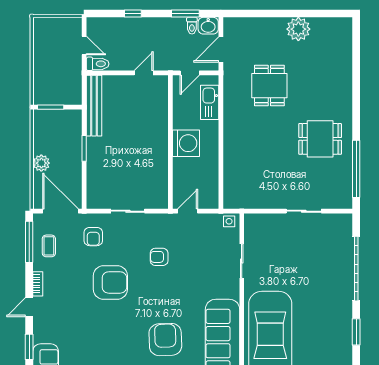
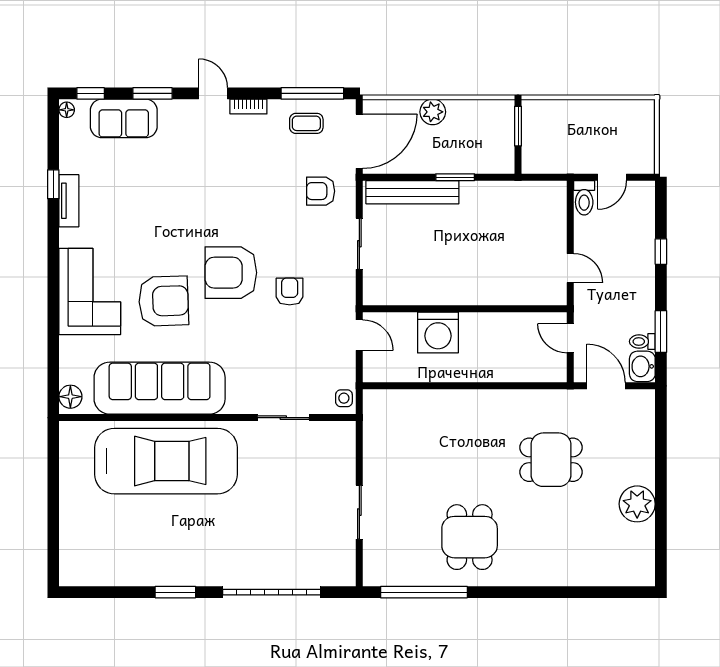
kitchen sink: (210, 102) -> (525, 369), removed
bench: (94, 106) -> (412, 192), moved
washing machine: (186, 143) -> (438, 333), moved
armchair: (110, 282) -> (231, 273), moved, turned 90

